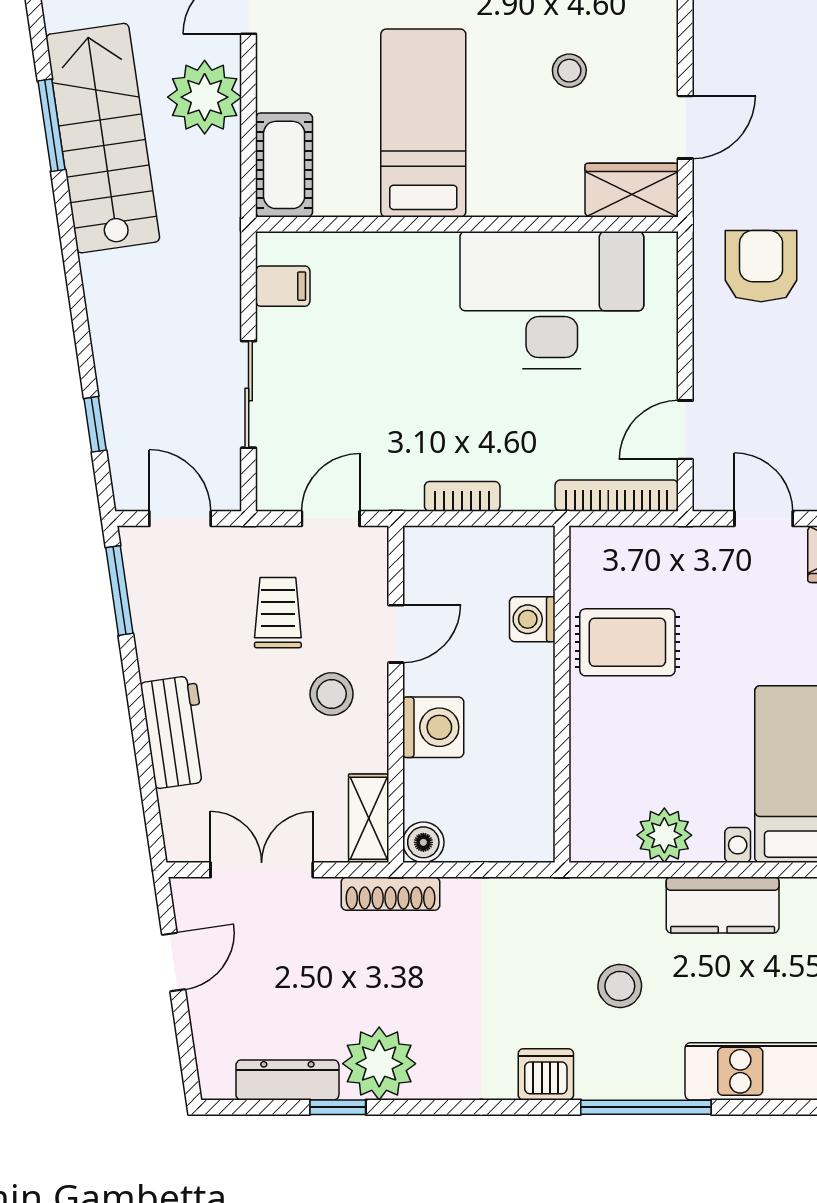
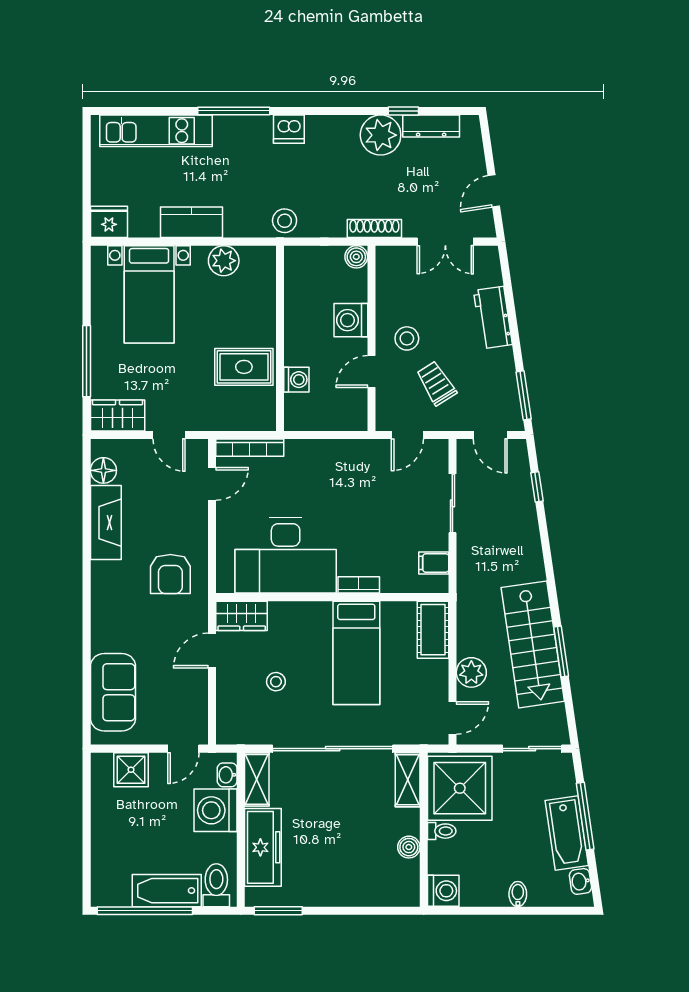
plant: (205, 97) -> (471, 672), width x0.73, depth x0.73
bookcase: (462, 496) -> (359, 585), moved, turned 180
trolley: (278, 613) -> (436, 383), turned 148
shelving: (369, 818) -> (386, 270), removed
stool: (620, 986) -> (285, 221), moved

